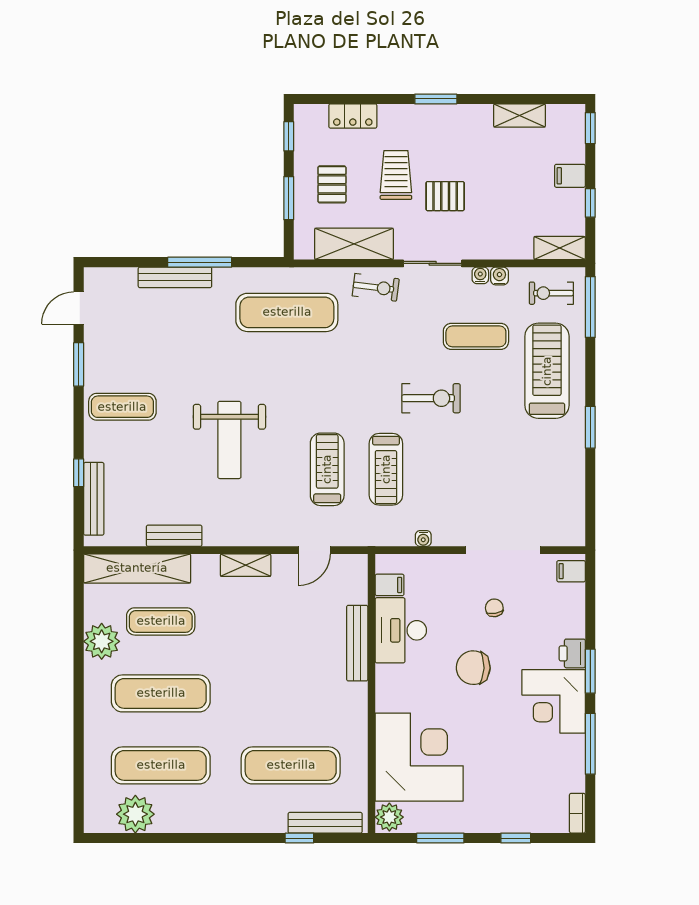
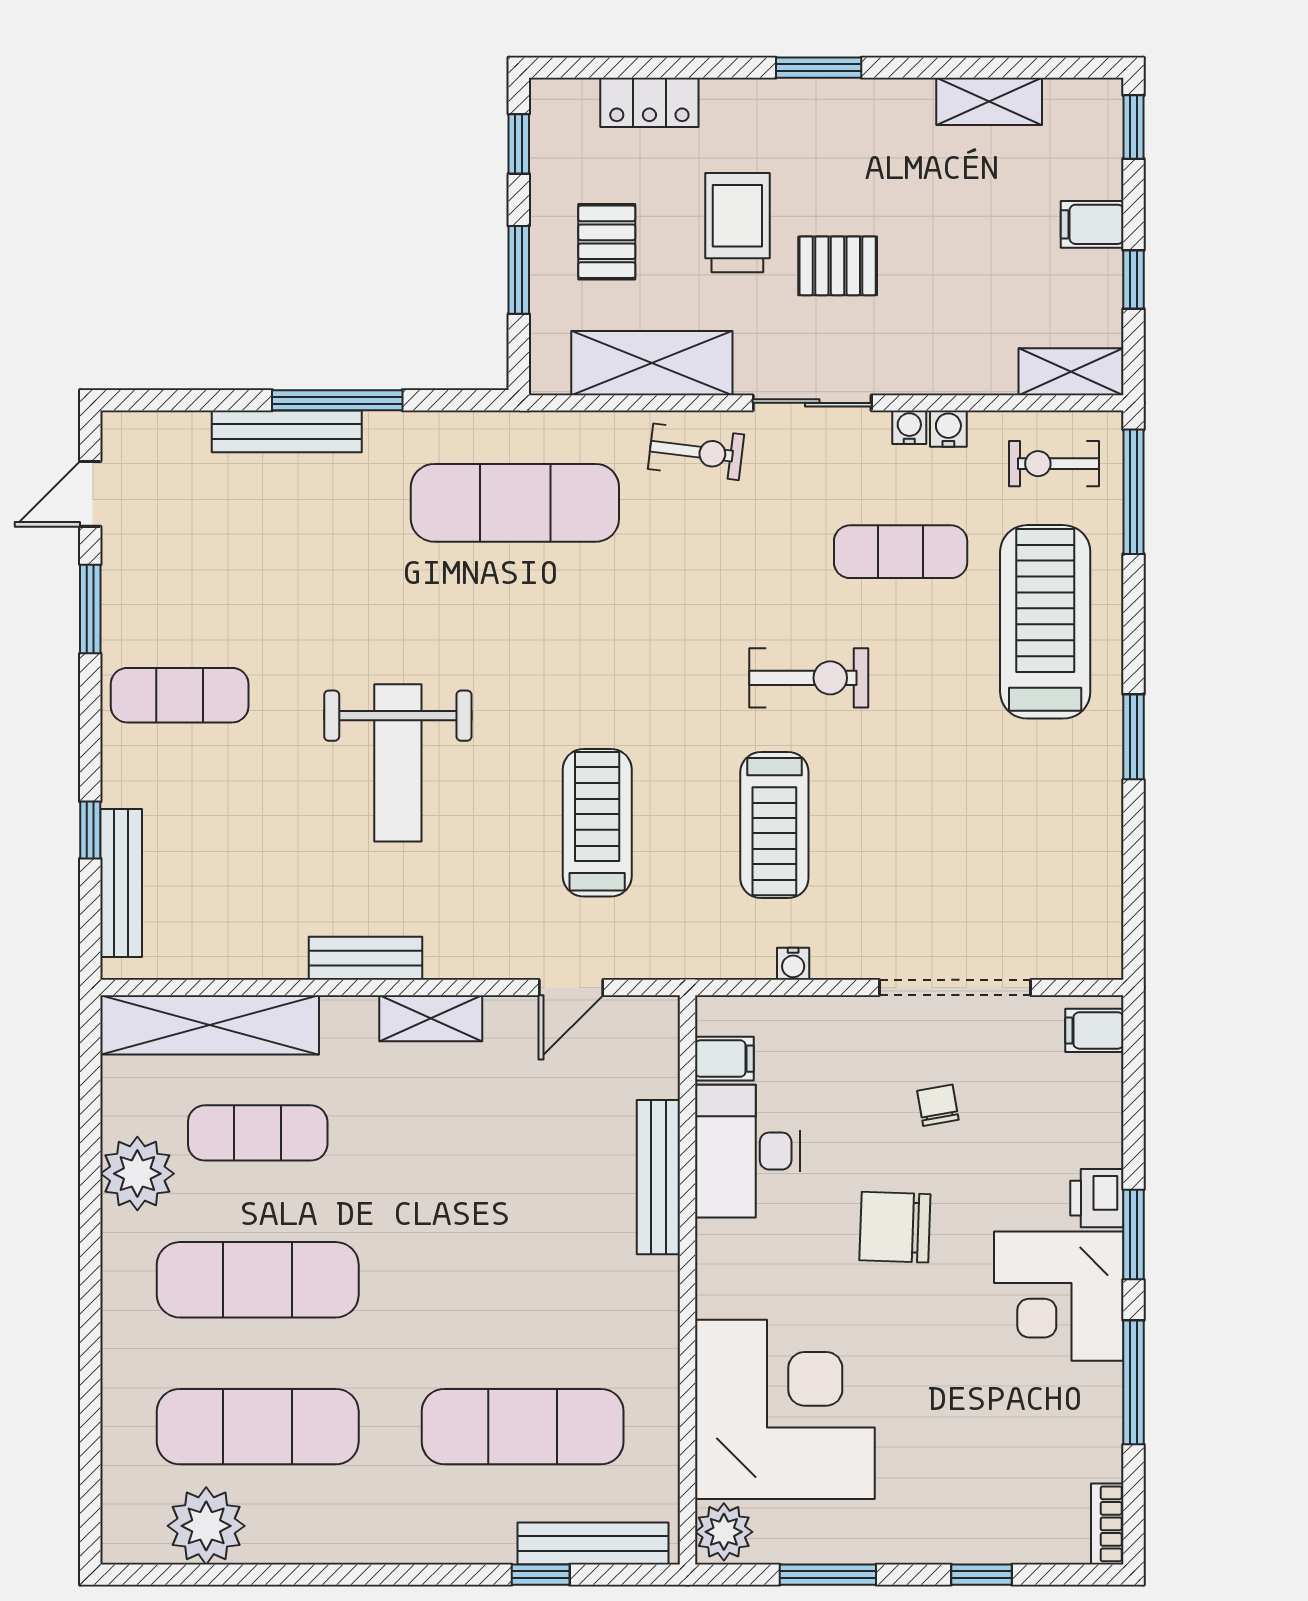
treadmill: (386, 469) -> (774, 825), moved
bench: (174, 536) -> (365, 958), moved

